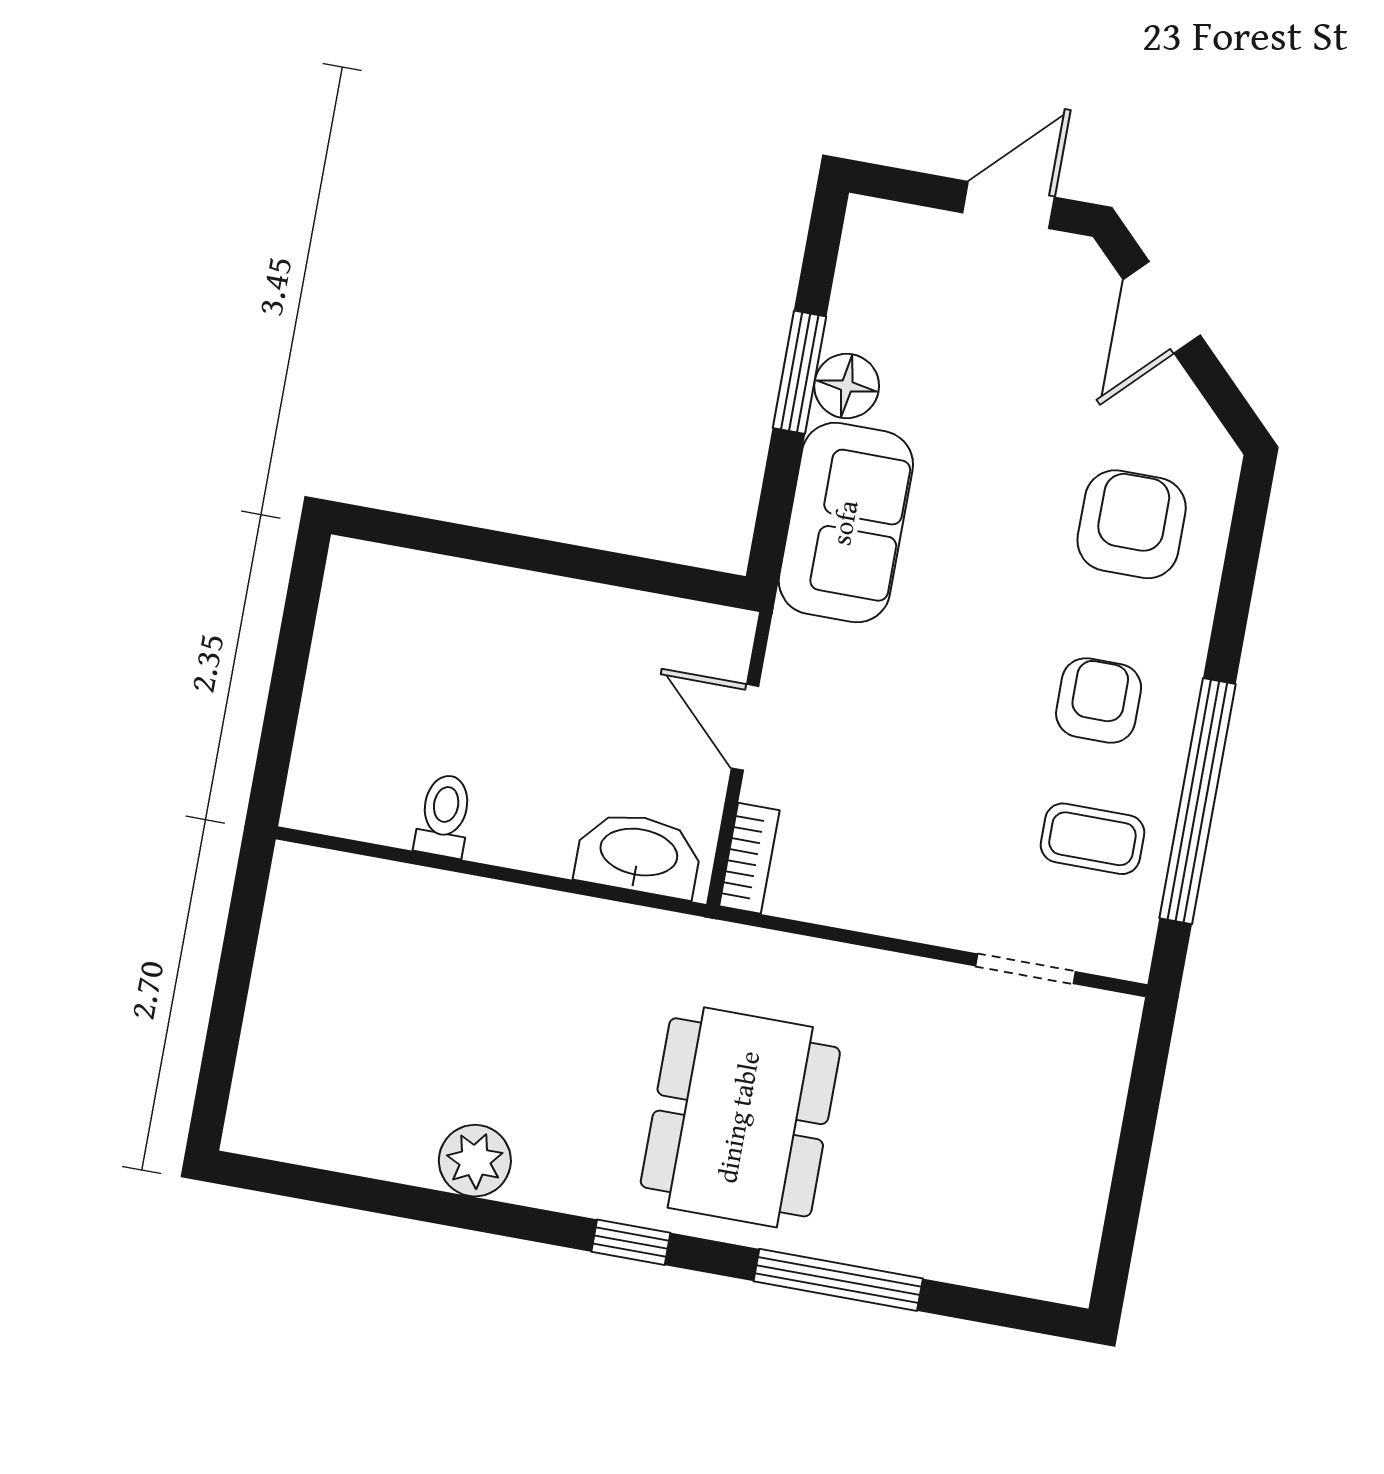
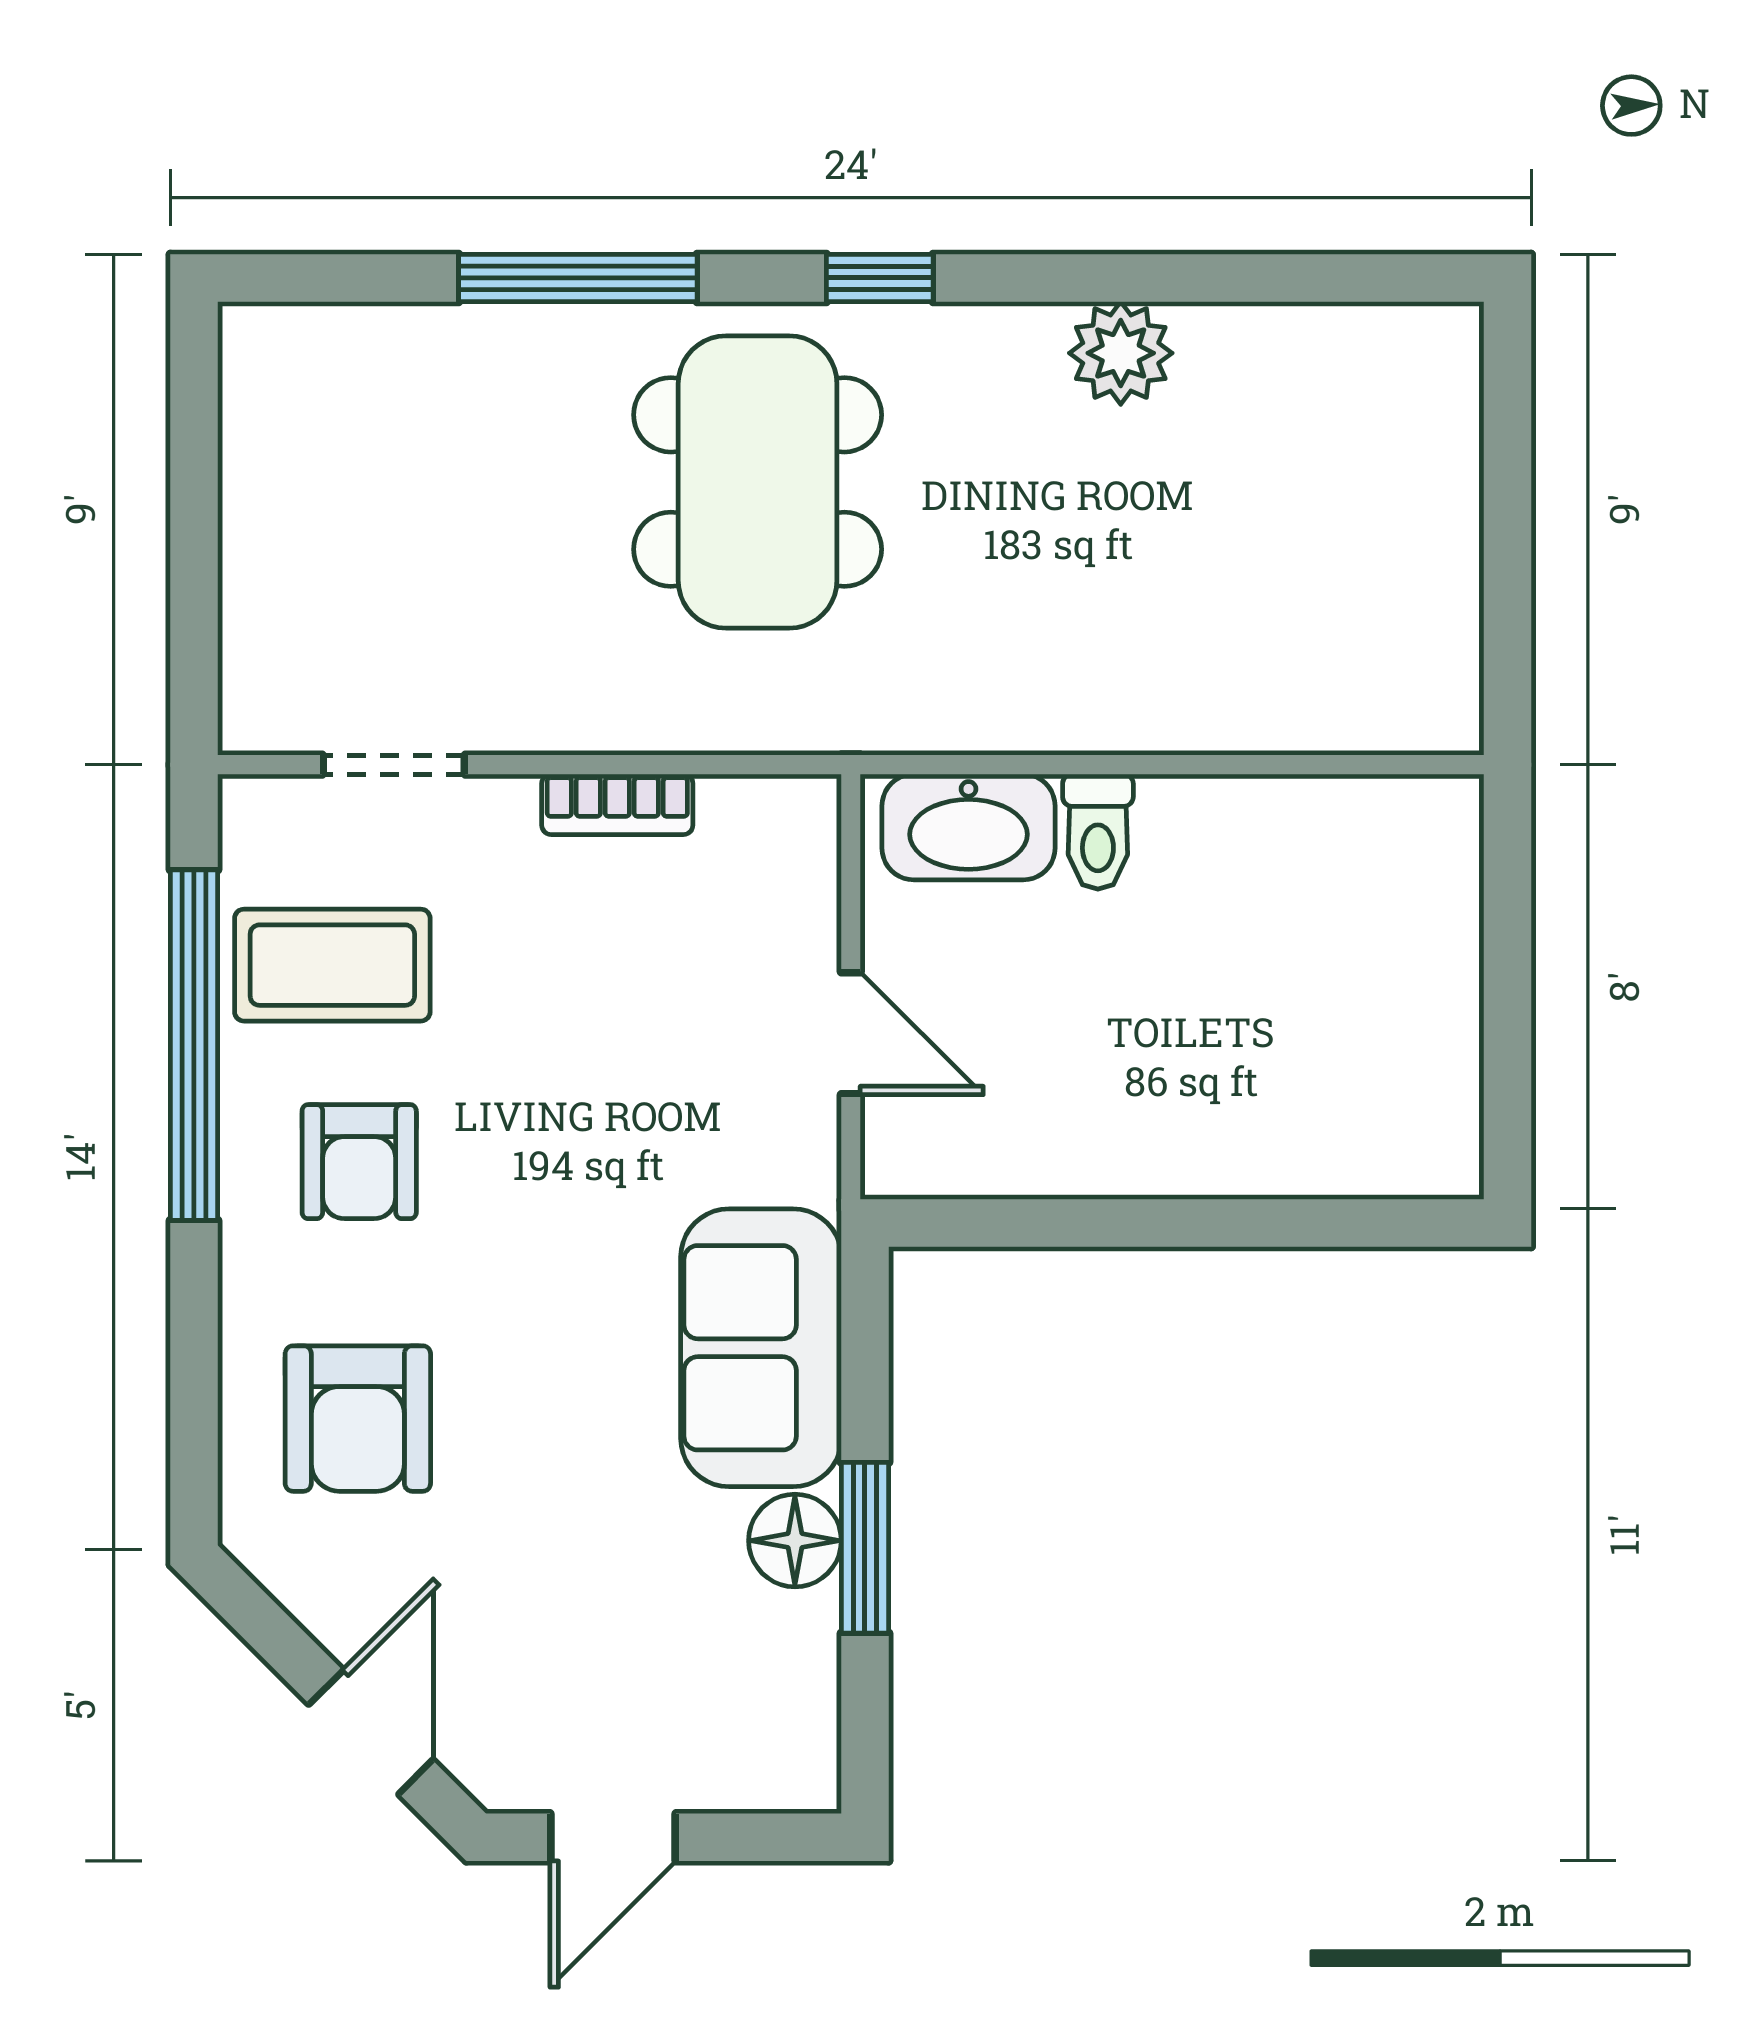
toilet: (444, 816) -> (1098, 832), moved
coffee table: (1092, 839) -> (332, 965), width x1.36, depth x1.30
bookcase: (749, 858) -> (617, 804), moved, turned -90

